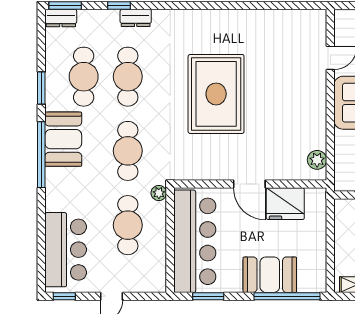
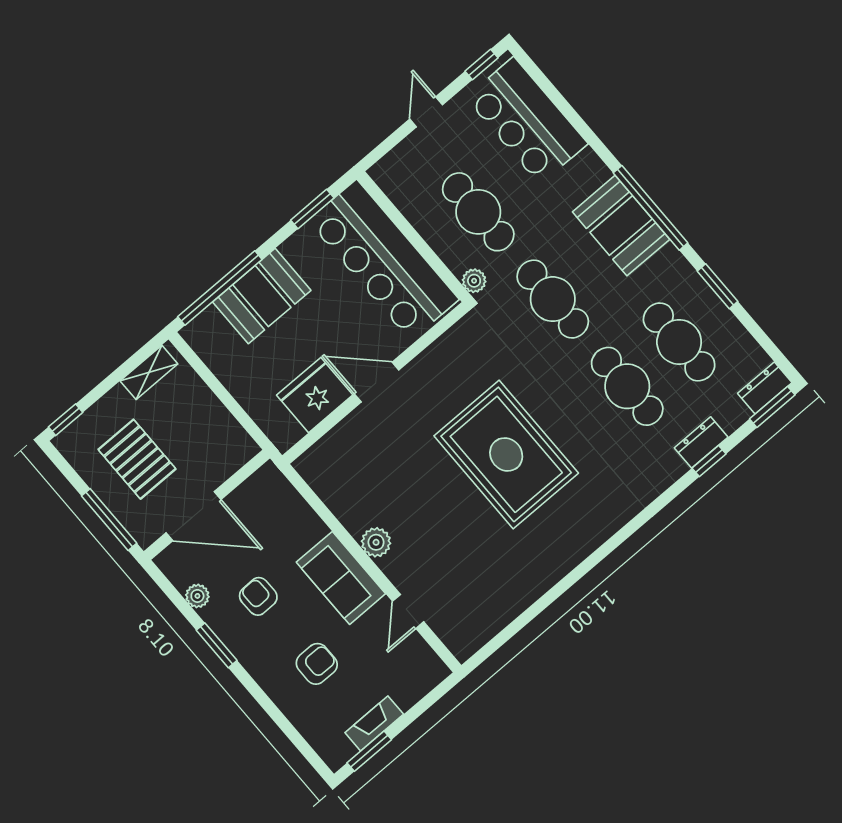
dresser: (136, 18) -> (701, 442), moved
booth: (63, 139) -> (621, 226), moved
plant: (317, 160) -> (376, 542), moved

